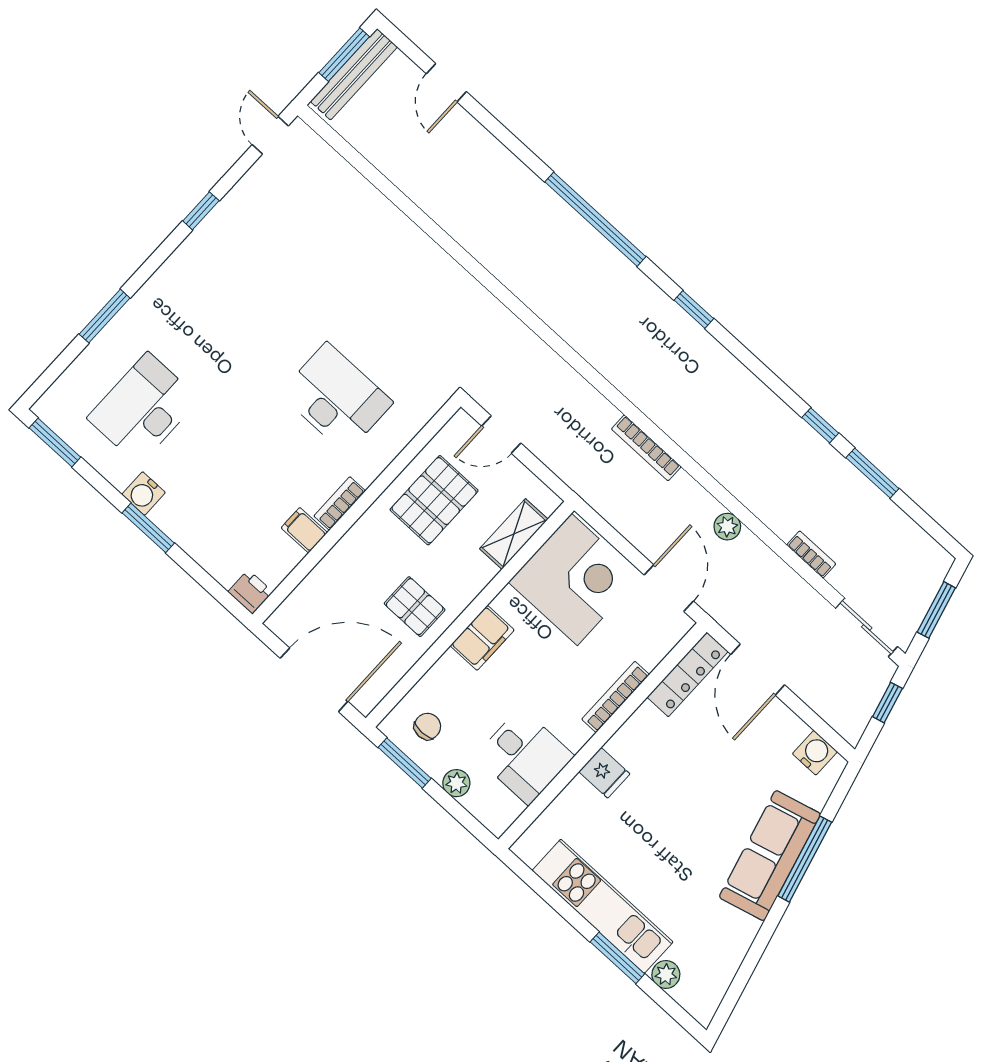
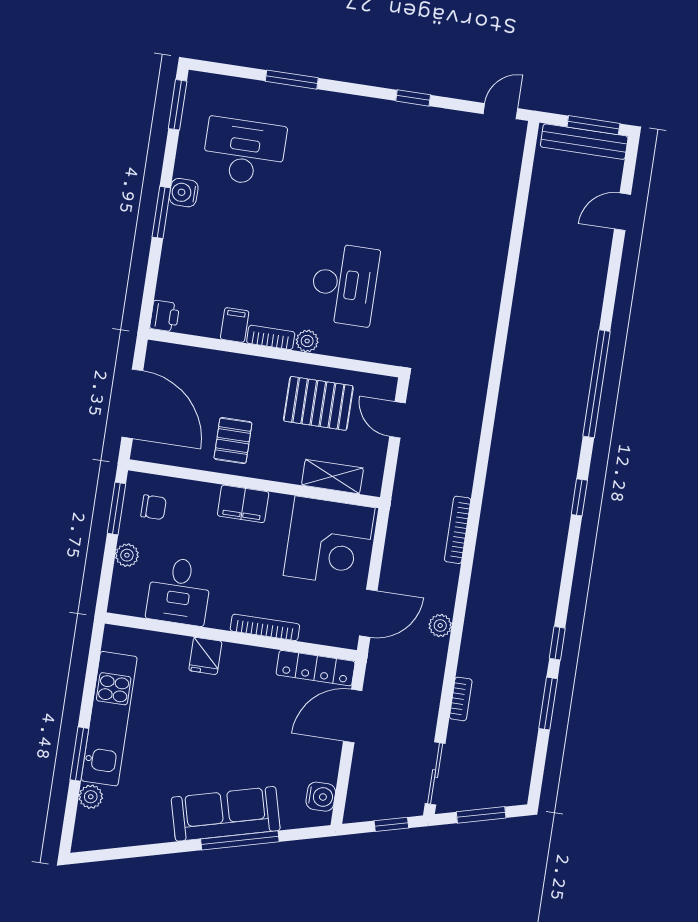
plant: (367, 471) -> (307, 341), added

